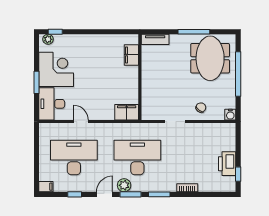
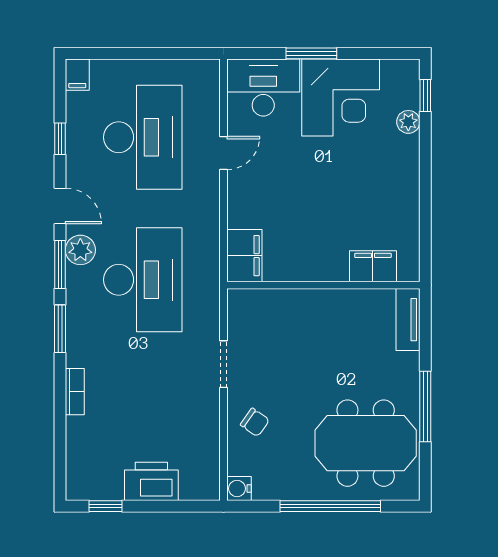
plant: (48, 39) -> (408, 122), moved
printer: (227, 164) -> (151, 481), moved

